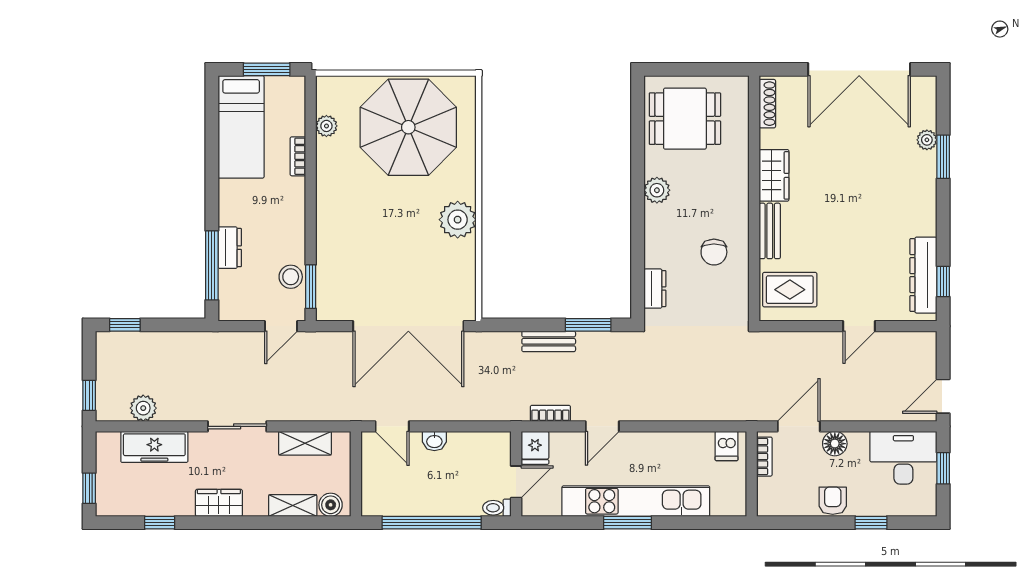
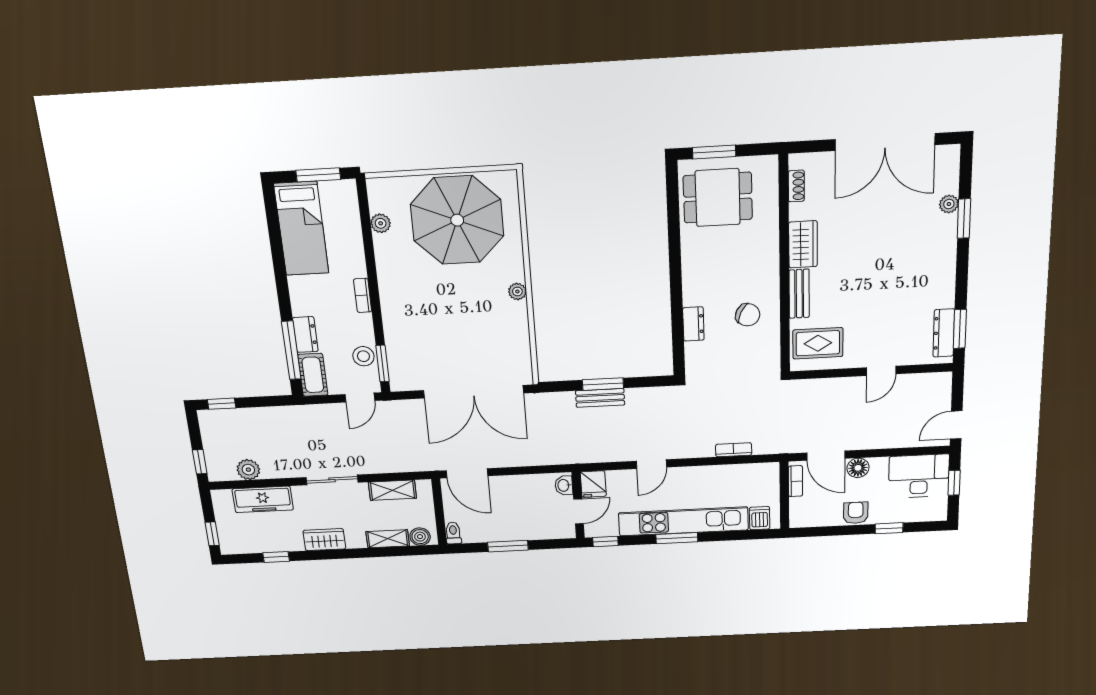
window: (682, 69) -> (714, 152), added
shoe rack: (767, 104) -> (796, 186), width x0.70
bookcase: (298, 156) -> (363, 295), moved
plant: (657, 190) -> (693, 264), removed
plant: (458, 220) -> (517, 291), width x0.53, depth x0.53
chair: (714, 252) -> (748, 315), turned -64
dresser: (923, 275) -> (944, 333), width x0.73, depth x0.80
window: (943, 282) -> (960, 329), width x1.50
dresser: (655, 289) -> (693, 324), moved
cot: (232, 296) -> (313, 375), added
window: (588, 325) -> (603, 384), moved
bookcase: (550, 413) -> (734, 450), moved
door: (392, 426) -> (467, 473), width x1.38
door: (799, 426) -> (826, 456), swing flipped
washbasin: (434, 441) -> (564, 485), moved, turned 90
dishwasher: (727, 446) -> (760, 518), moved, turned 180
toilet: (497, 508) -> (453, 533), moved, turned 90
window: (432, 523) -> (508, 546), width x0.47
window: (545, 523) -> (605, 542), added

